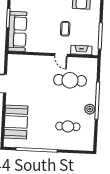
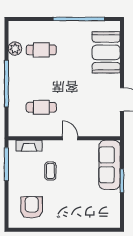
door: (61, 55) -> (70, 138), moved
cafe table: (70, 80) -> (41, 107), width x0.73, depth x0.74
plant: (90, 109) -> (15, 49), moved

